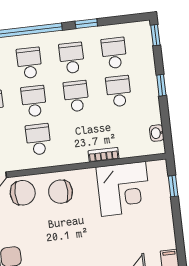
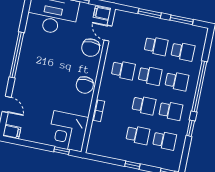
washbasin: (157, 133) -> (101, 151), removed
corner desk: (124, 189) -> (68, 131), moved
chair: (61, 192) -> (85, 85), moved, turned 180

